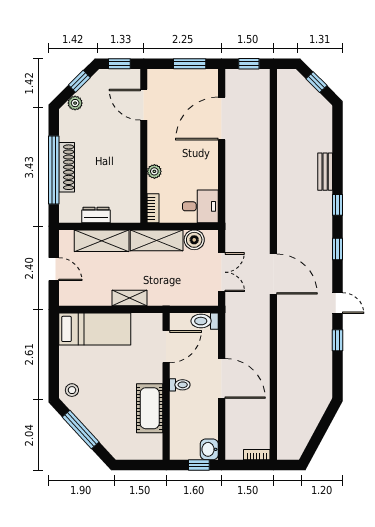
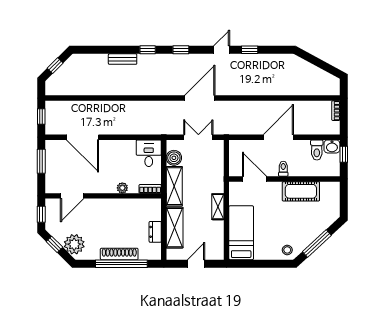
plant: (75, 103) -> (74, 244), width x1.87, depth x1.87
toilet: (205, 321) -> (317, 150), moved

